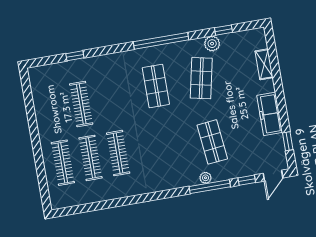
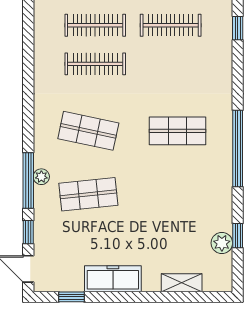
plant: (212, 44) -> (222, 243), moved
shop shelf: (201, 78) -> (88, 131), moved

